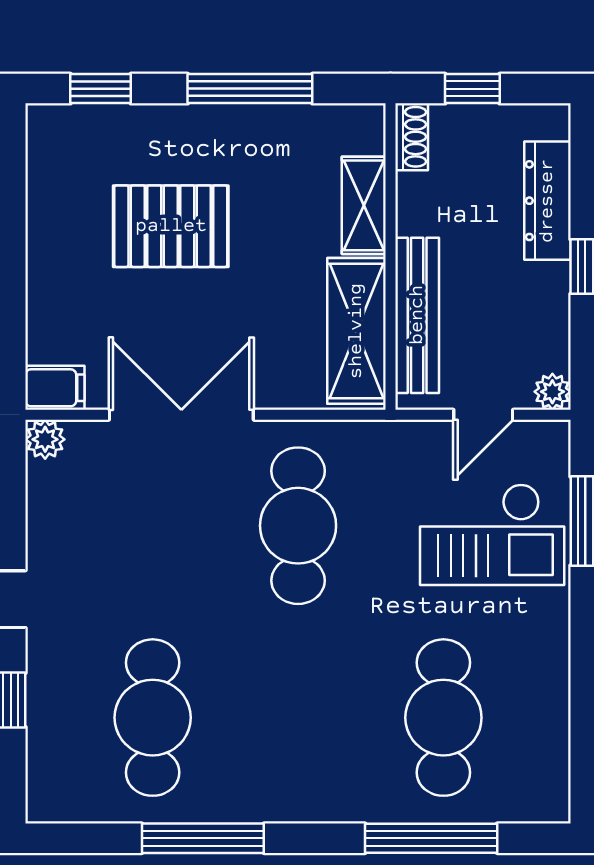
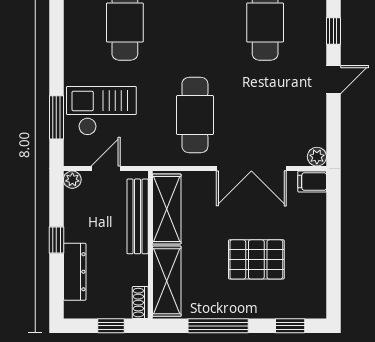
shelving: (364, 205) -> (167, 281), width x1.50, depth x1.33

